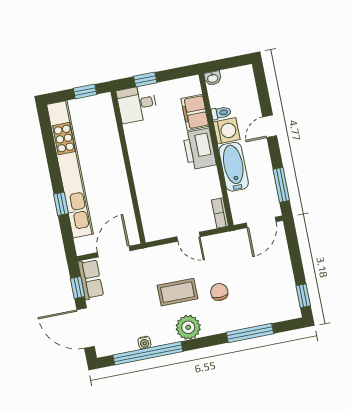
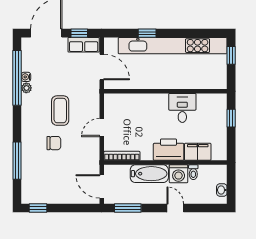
washbasin: (213, 78) -> (222, 190), moved
window: (85, 91) -> (231, 55), moved
desk: (137, 104) -> (182, 108), moved
bookcase: (220, 213) -> (122, 156), width x1.56
plant: (188, 327) -> (26, 88), moved, width x0.53, depth x0.53

